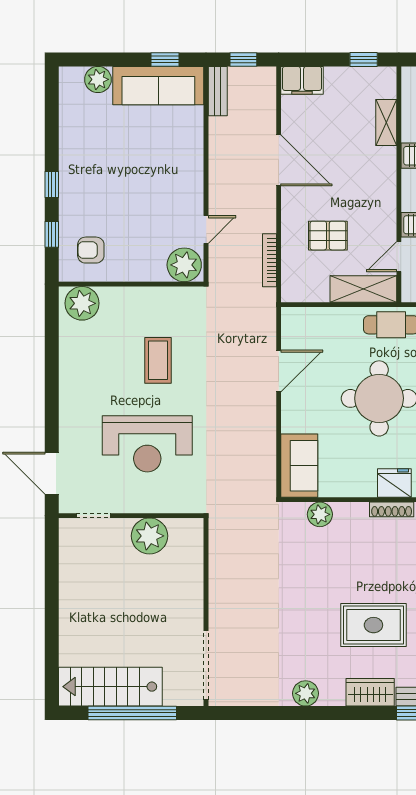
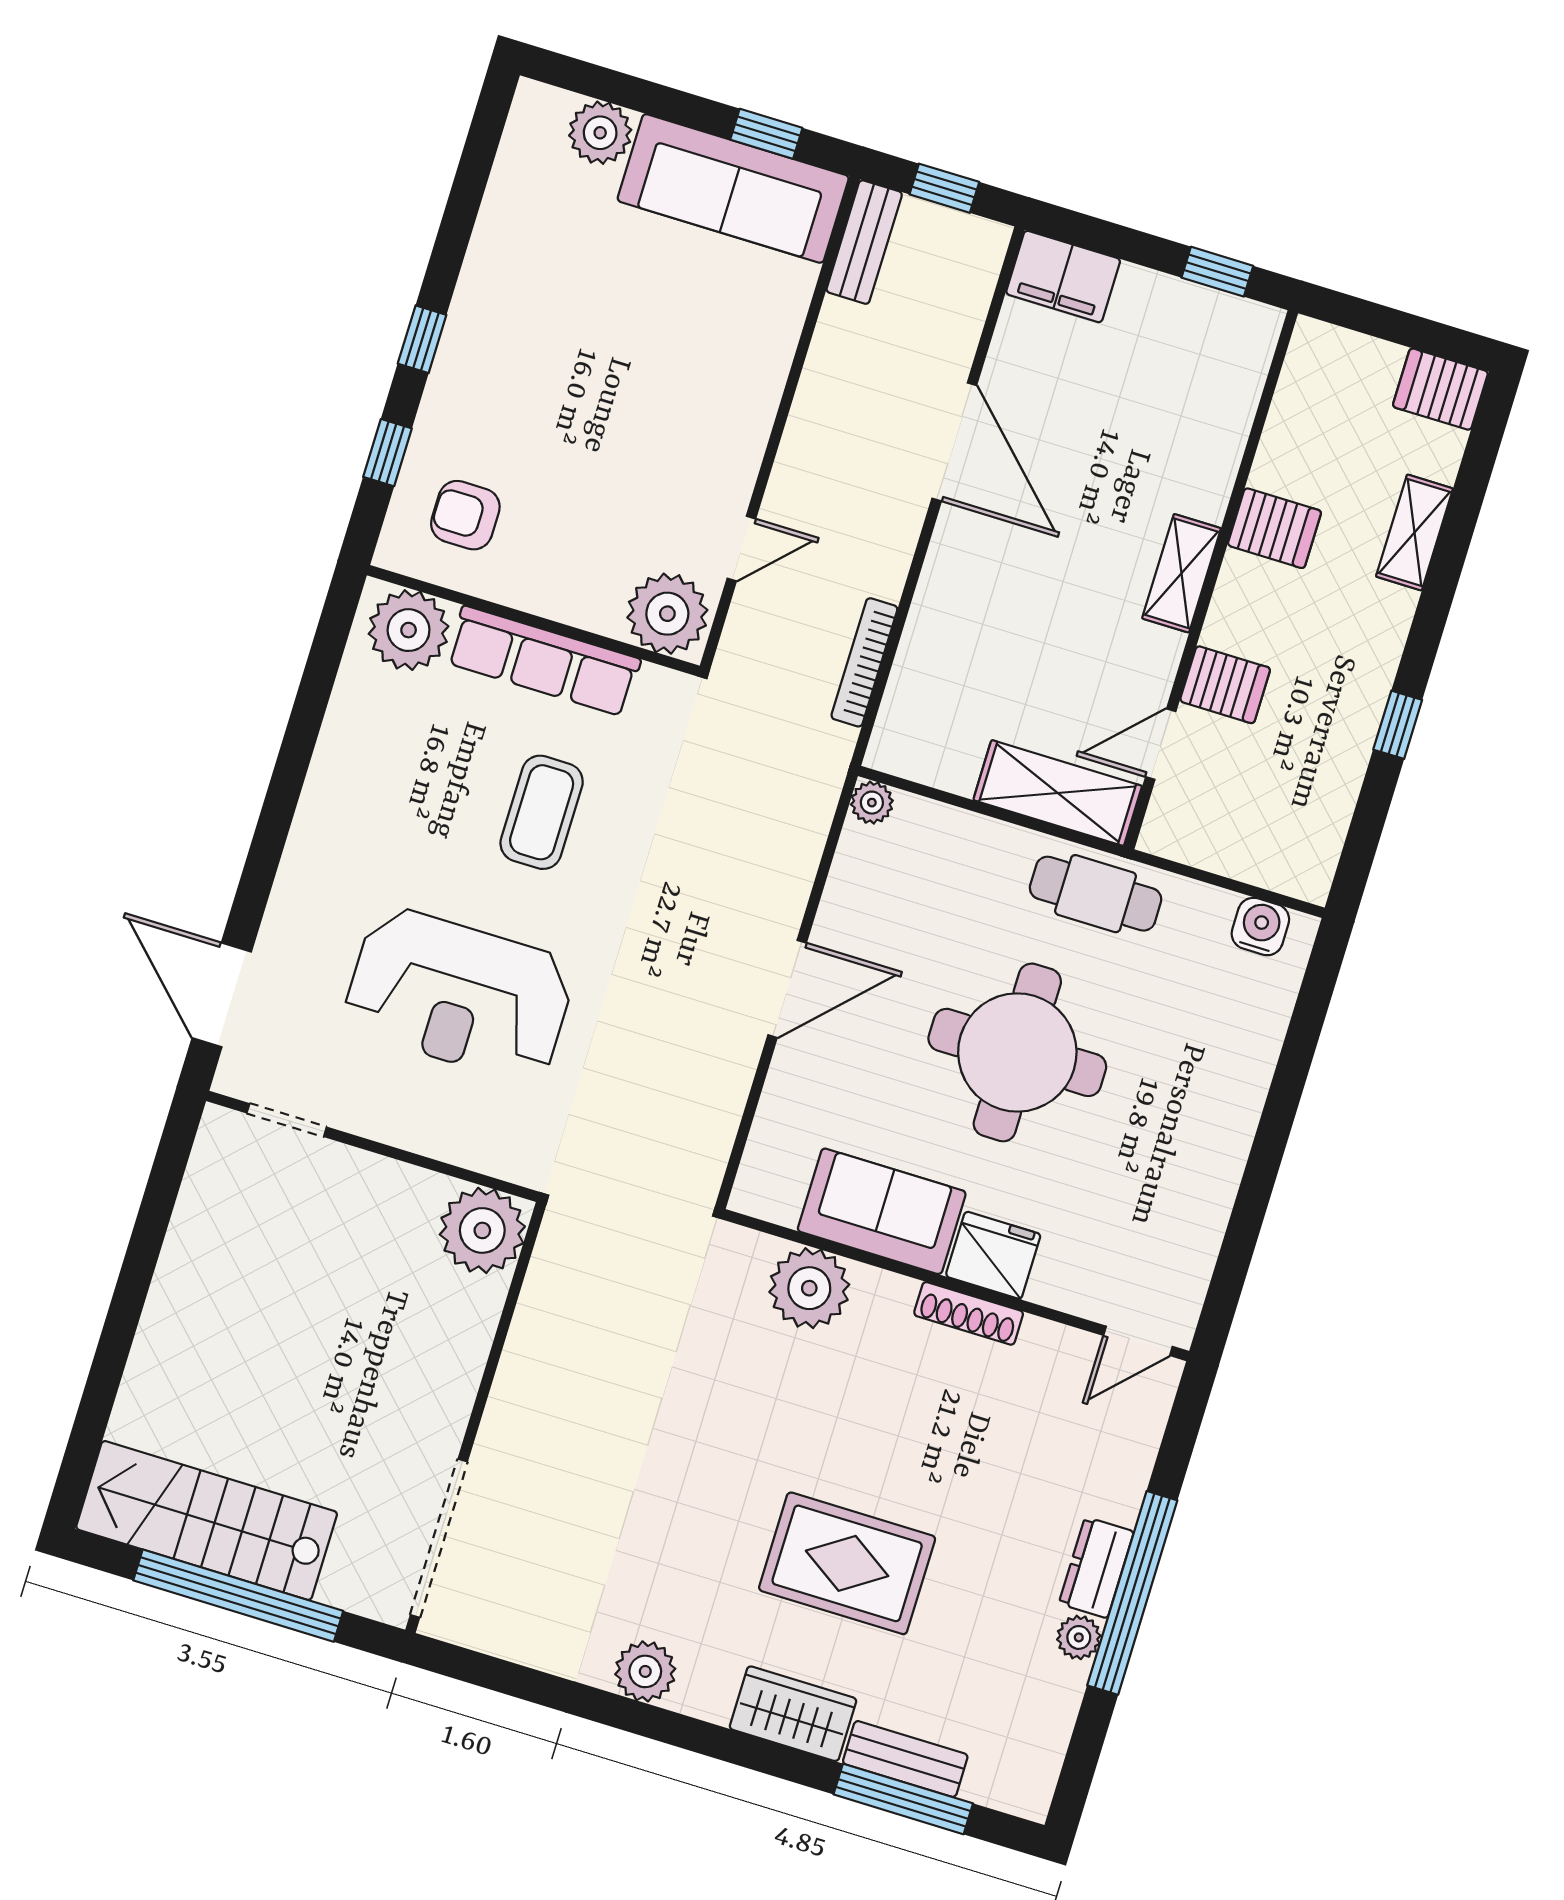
shelving: (386, 122) -> (1182, 573), moved
pallet: (328, 236) -> (1014, 647), removed
row of seats: (140, 299) -> (544, 661), added
plant: (290, 316) -> (872, 803), added
door: (279, 371) -> (787, 989), moved
sofa: (299, 466) -> (882, 1211), moved, turned -90
plant: (320, 514) -> (809, 1288), width x1.36, depth x1.36
plant: (149, 536) -> (482, 1230), moved

